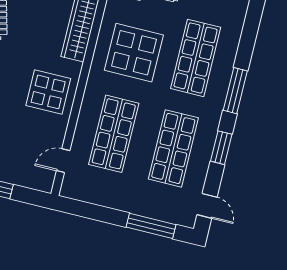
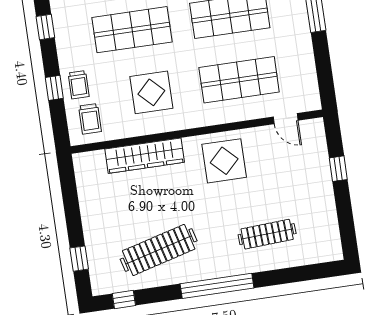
display table: (134, 53) -> (151, 92), width x0.73, depth x0.73

